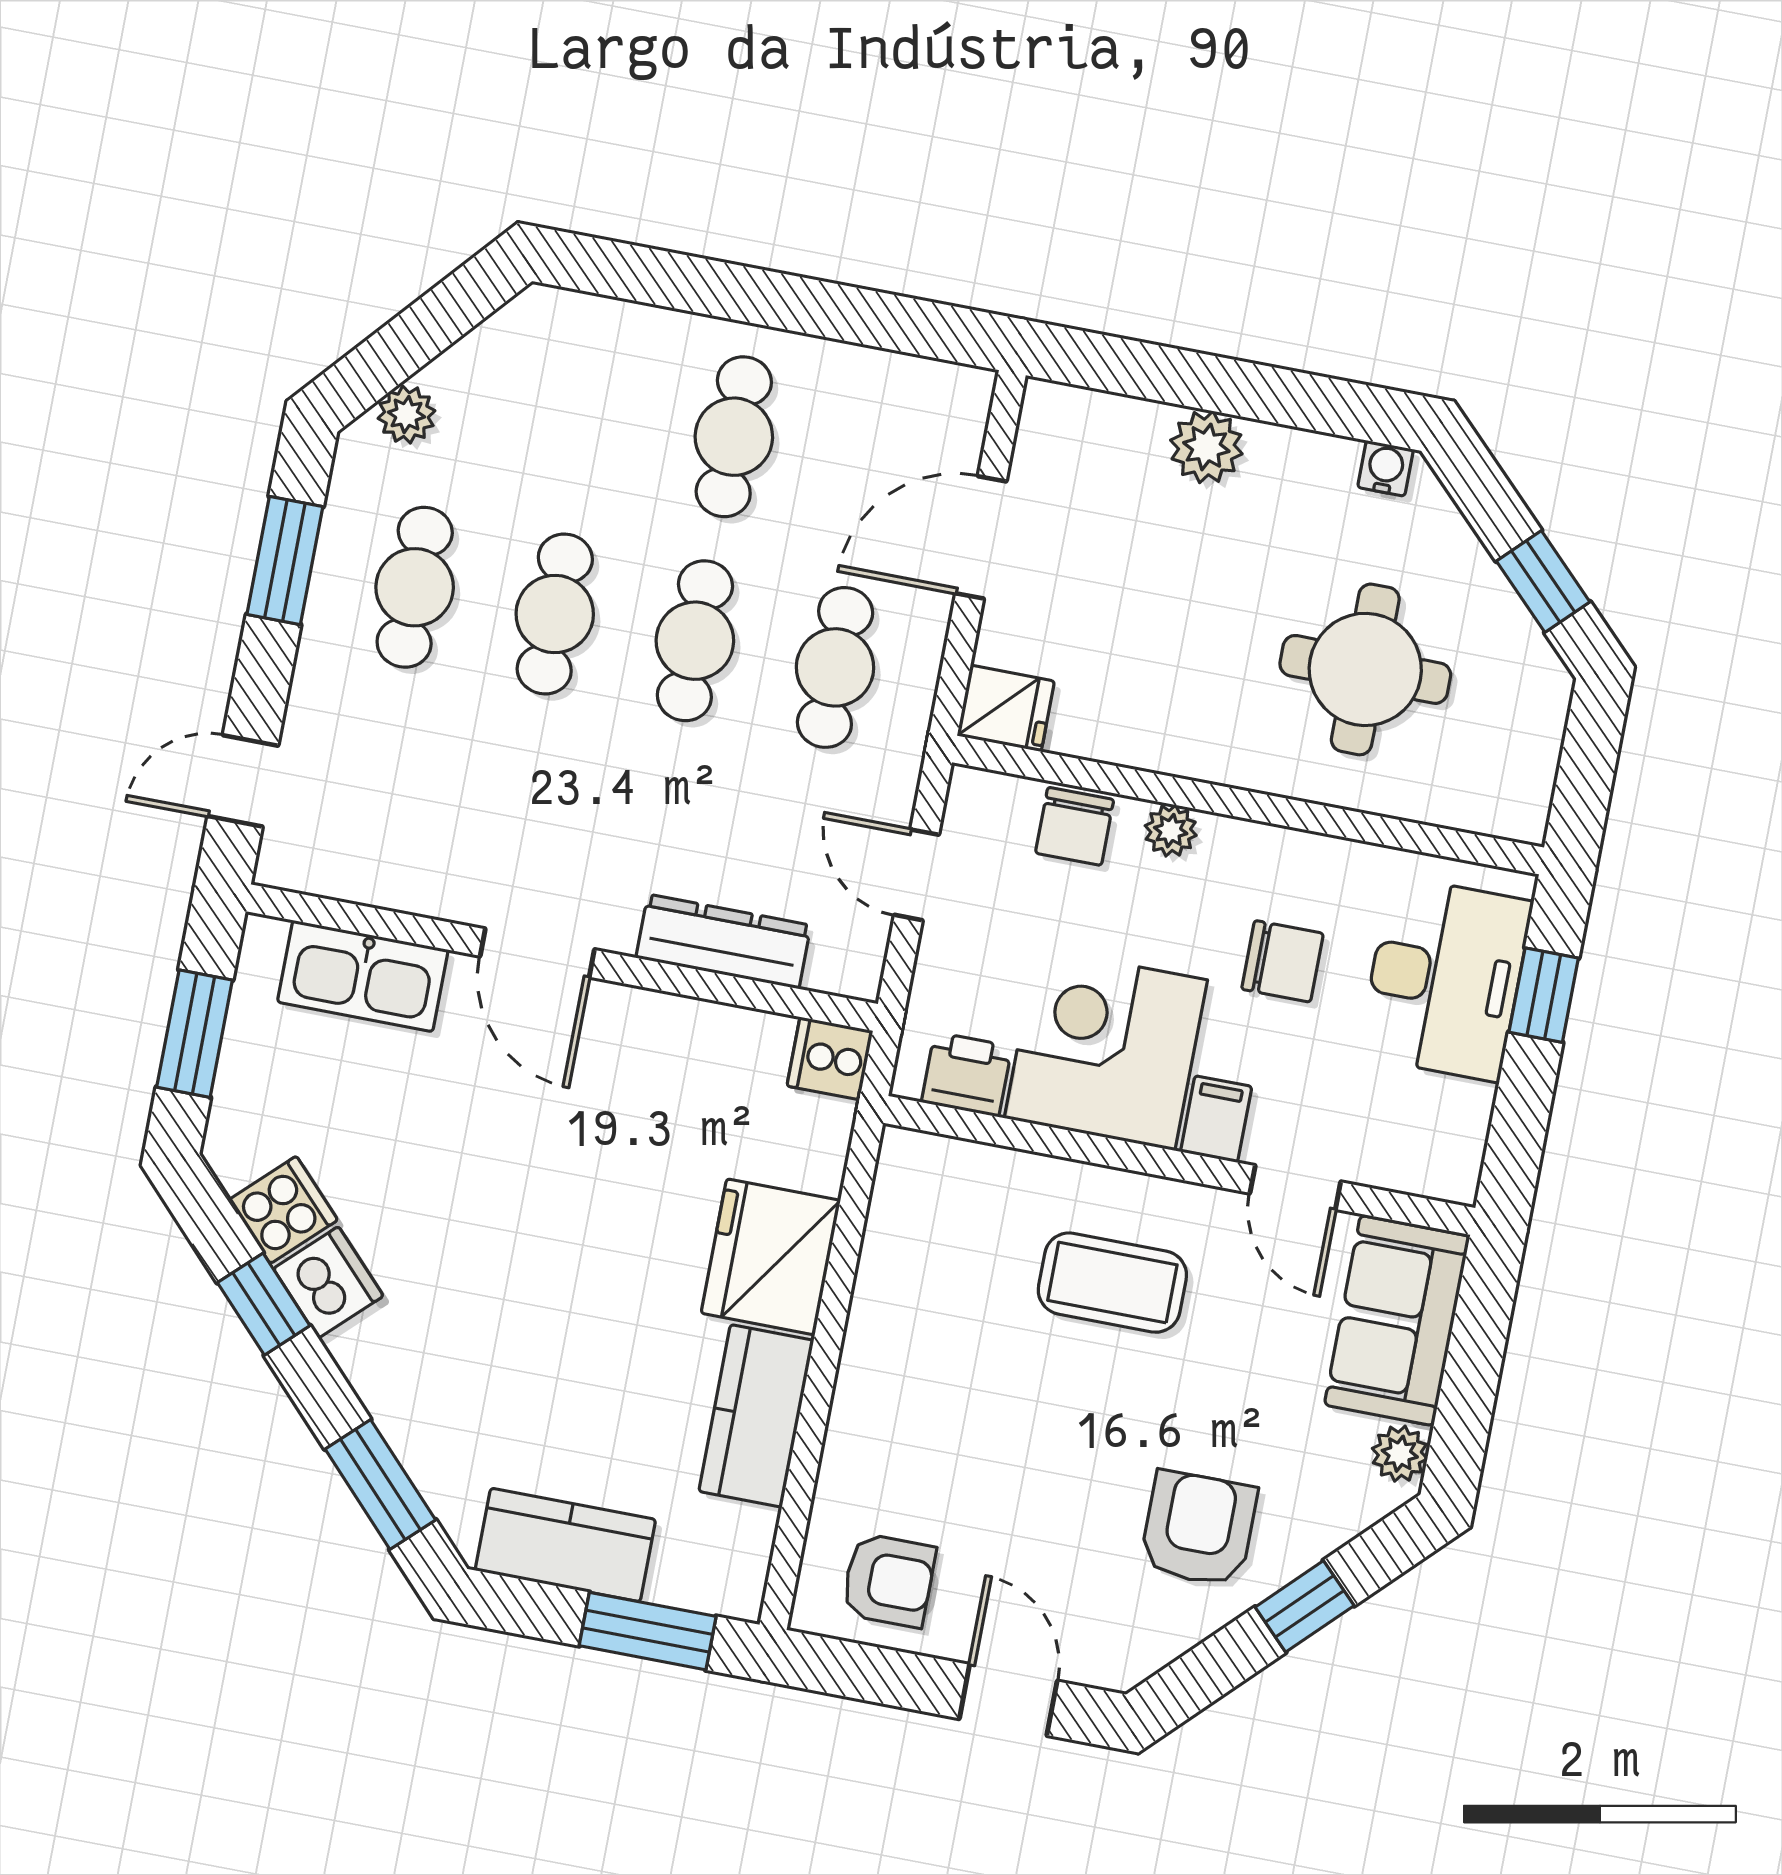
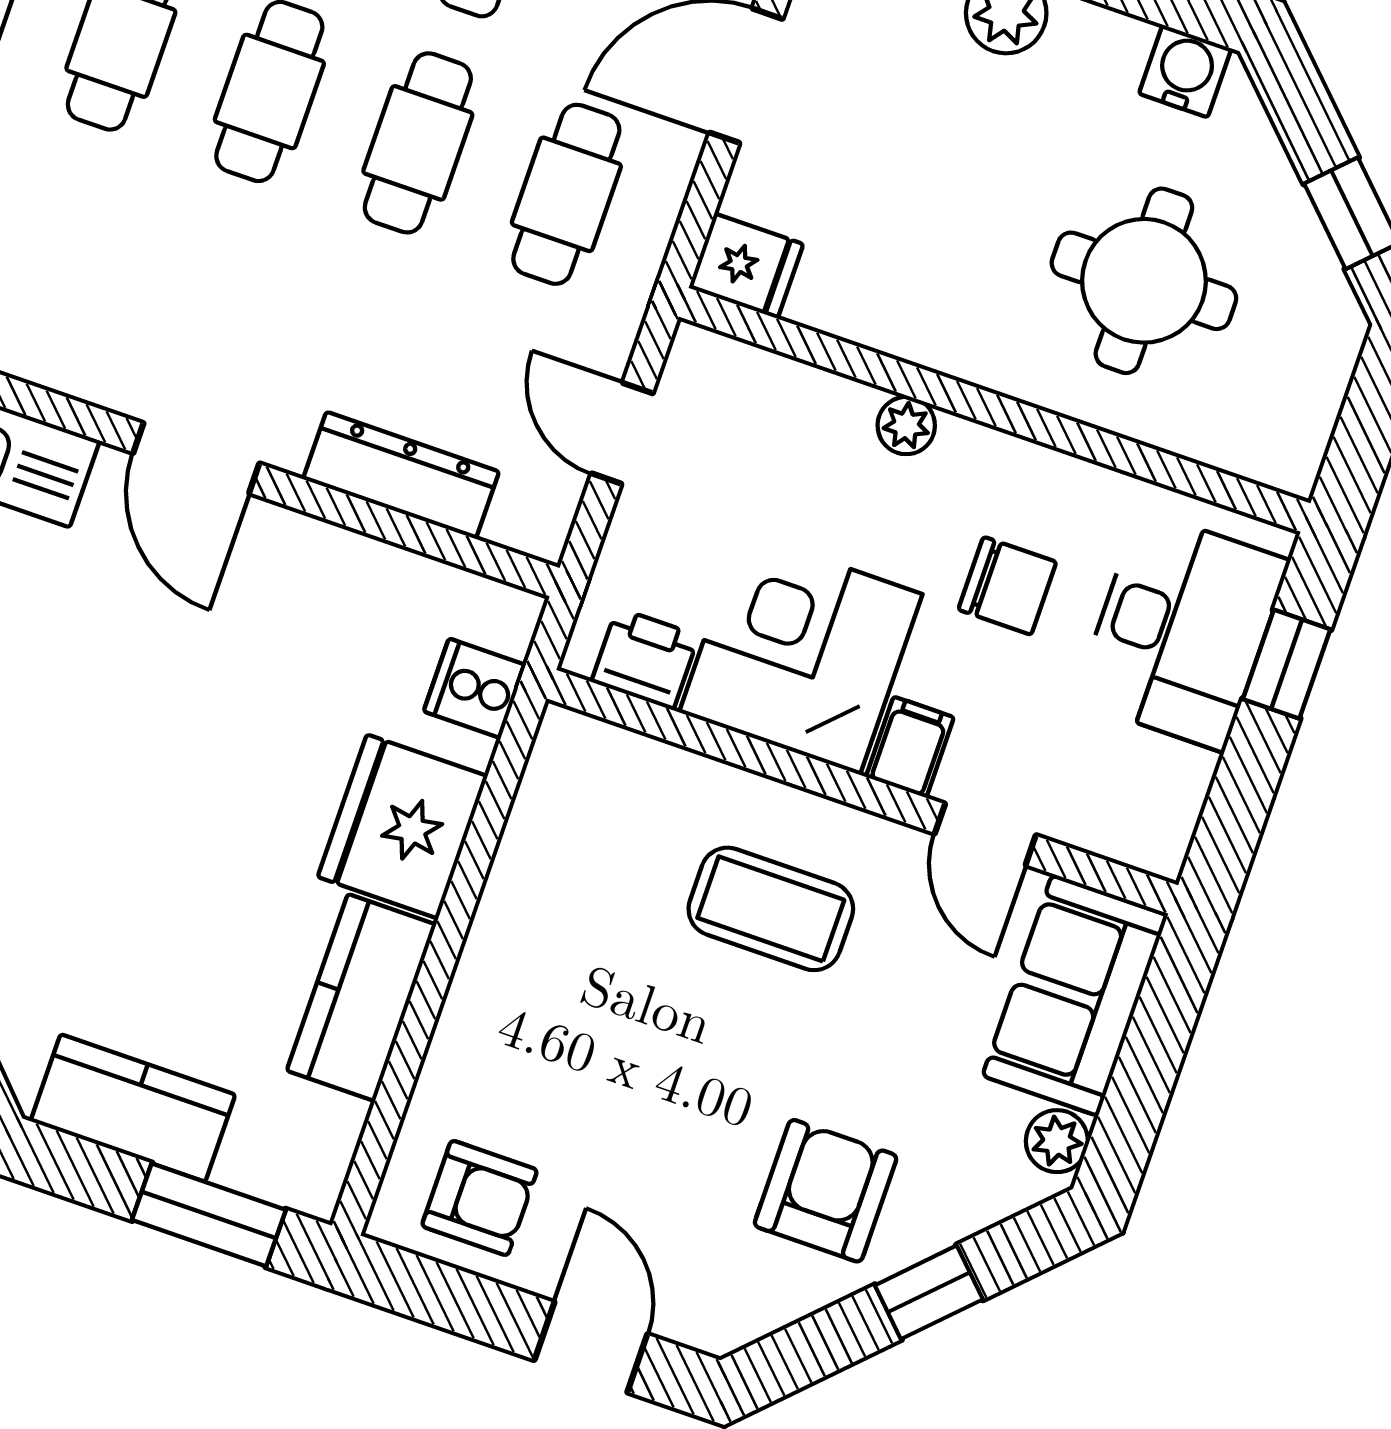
water cooler: (1386, 468) -> (1185, 71), width x1.38, depth x1.38
chair: (1075, 826) -> (802, 406), removed
cooker: (830, 1058) -> (475, 688), moved

